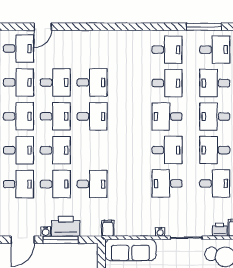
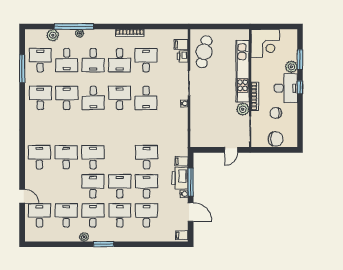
desk: (55, 82) -> (39, 157), moved
filing cabinet: (108, 228) -> (181, 161), moved
sofa: (130, 250) -> (199, 127), removed

